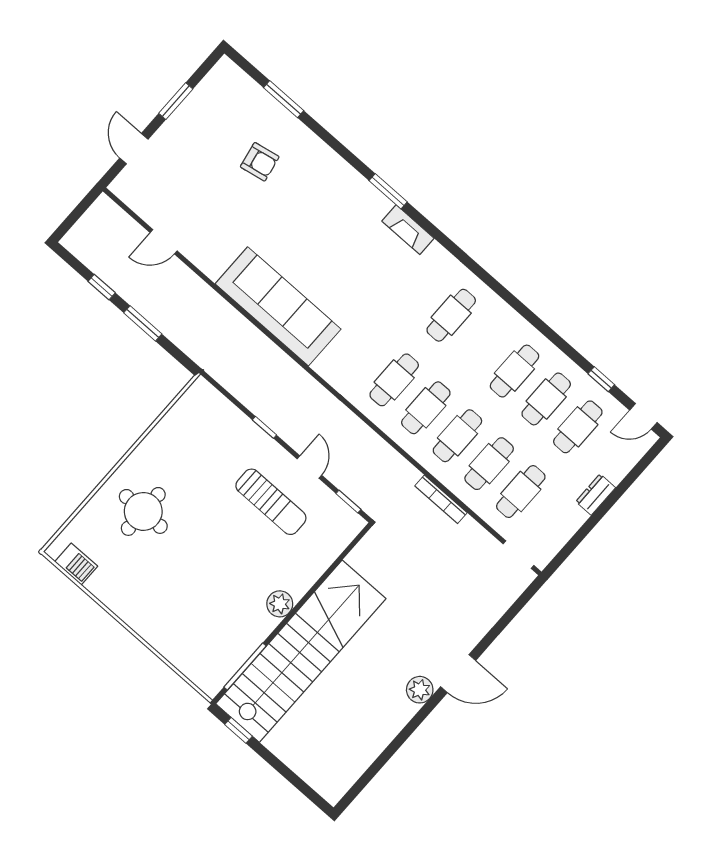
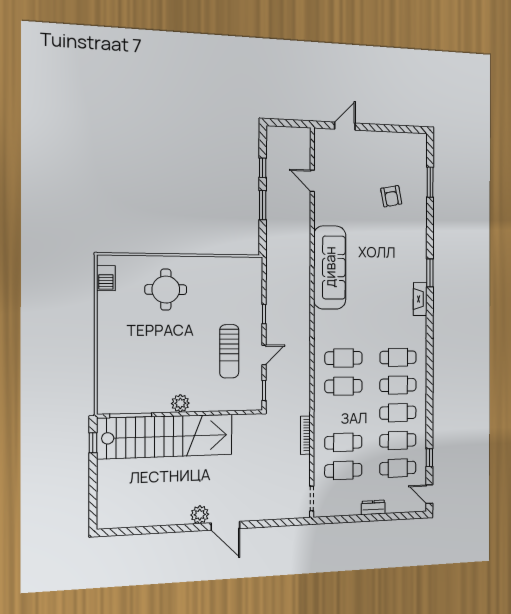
window: (176, 101) -> (385, 128), removed
cafe table: (457, 436) -> (398, 385), moved

